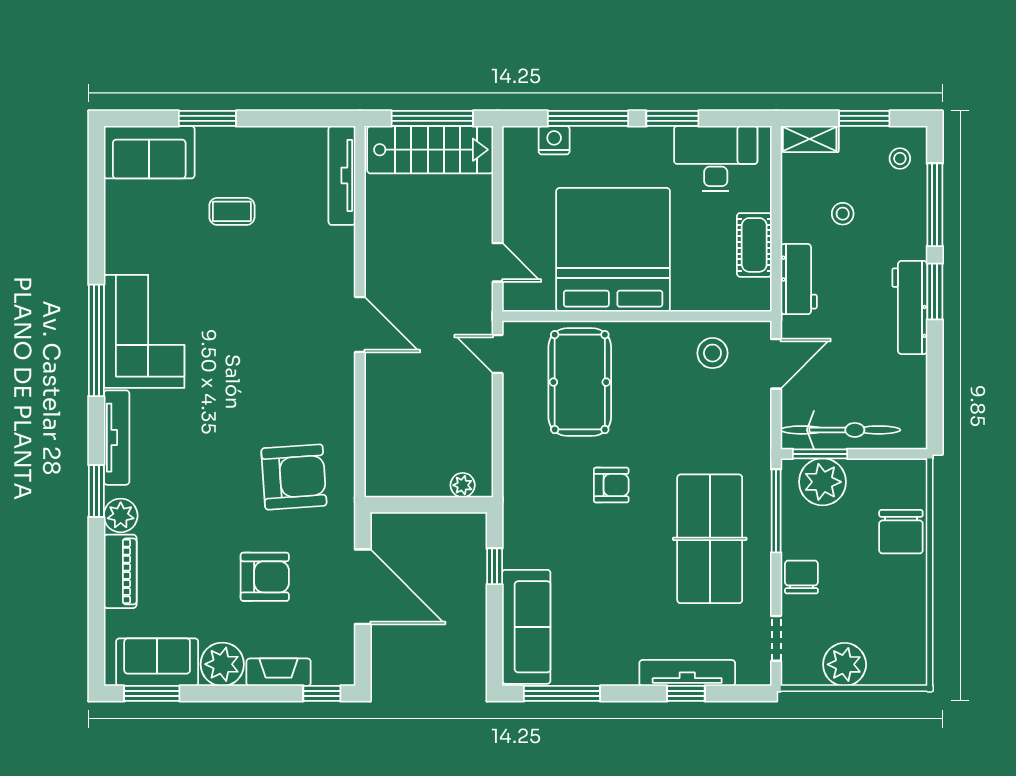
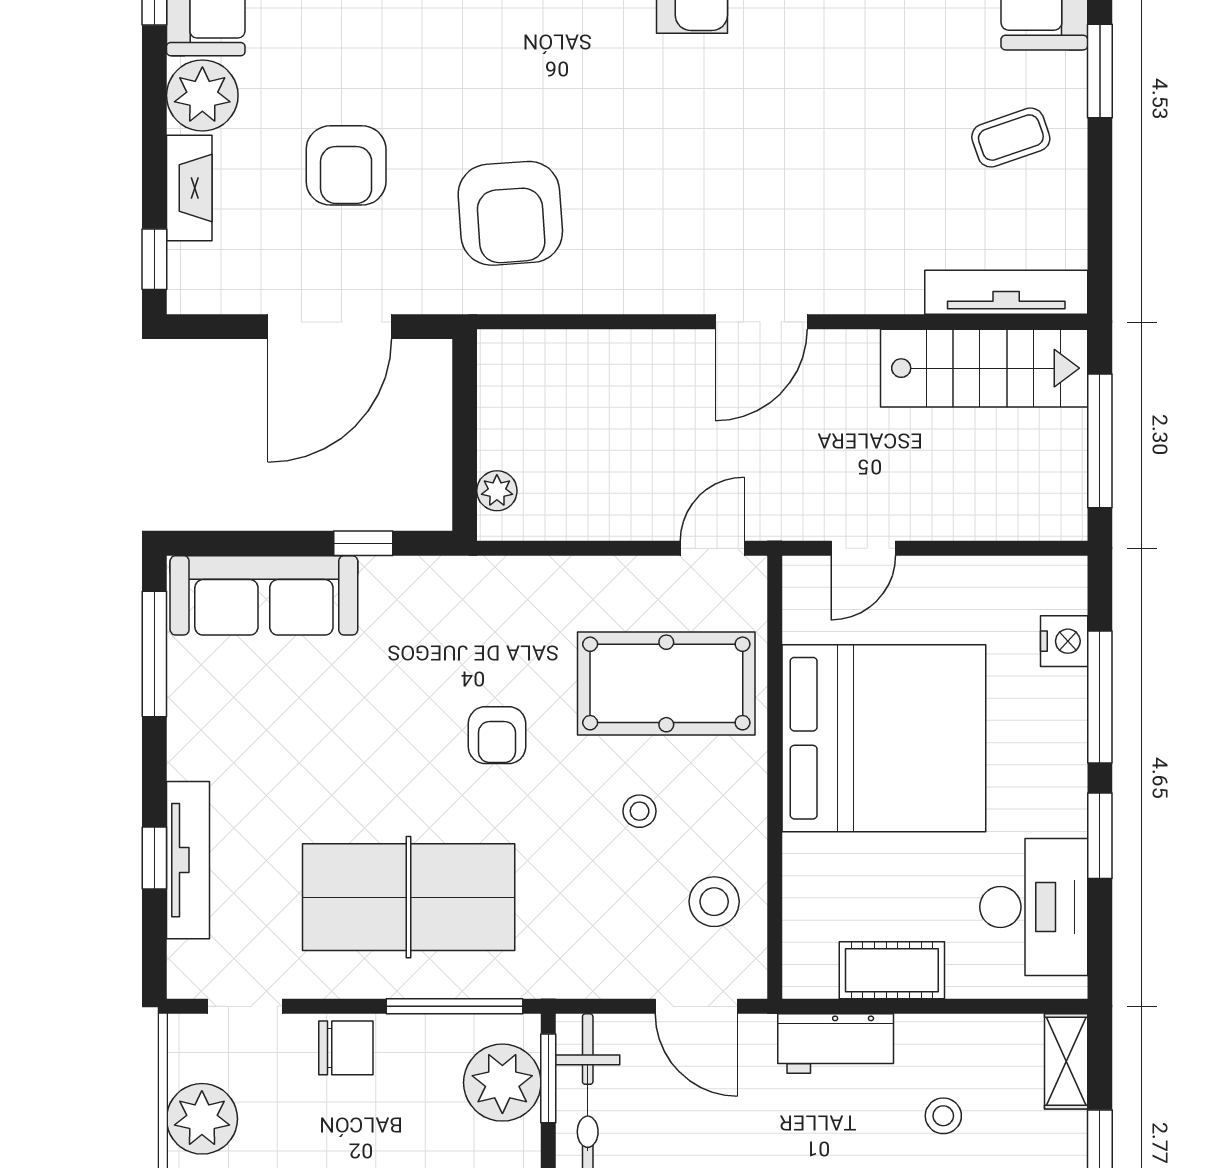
stairs: (430, 150) -> (984, 368), moved, turned -90
coffee table: (232, 211) -> (1011, 138), moved, turned 71
stool: (657, 398) -> (640, 811), added

